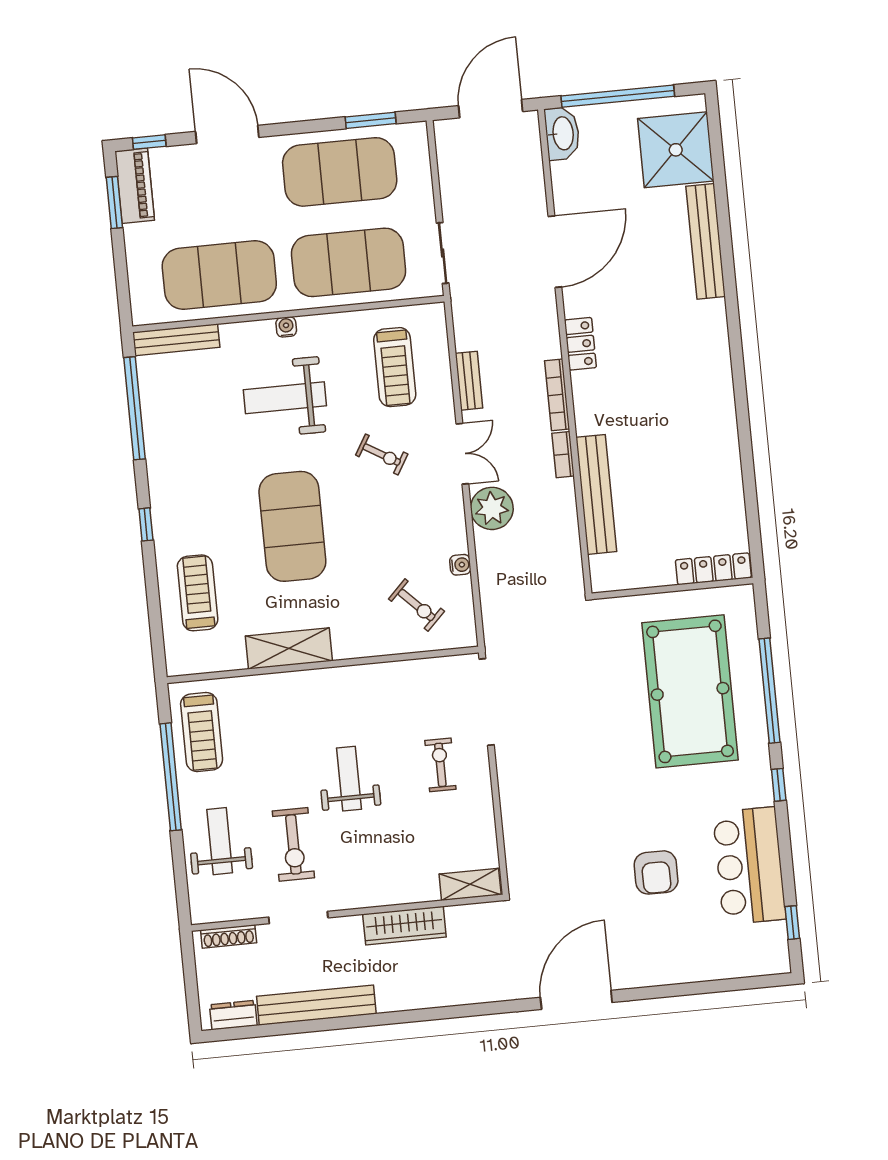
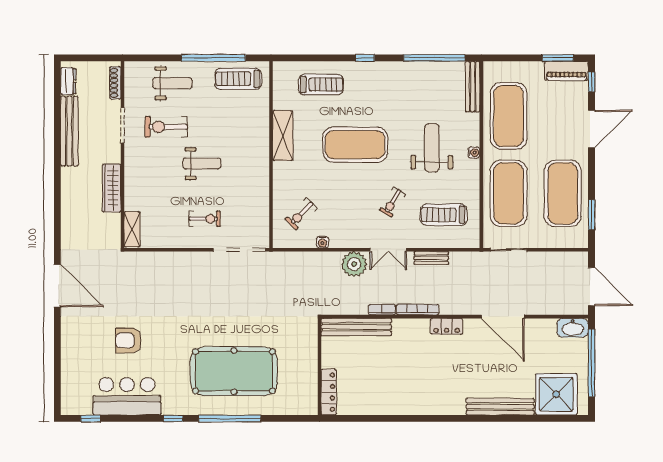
locker: (713, 569) -> (329, 392), moved
wall: (672, 588) -> (319, 367), moved

